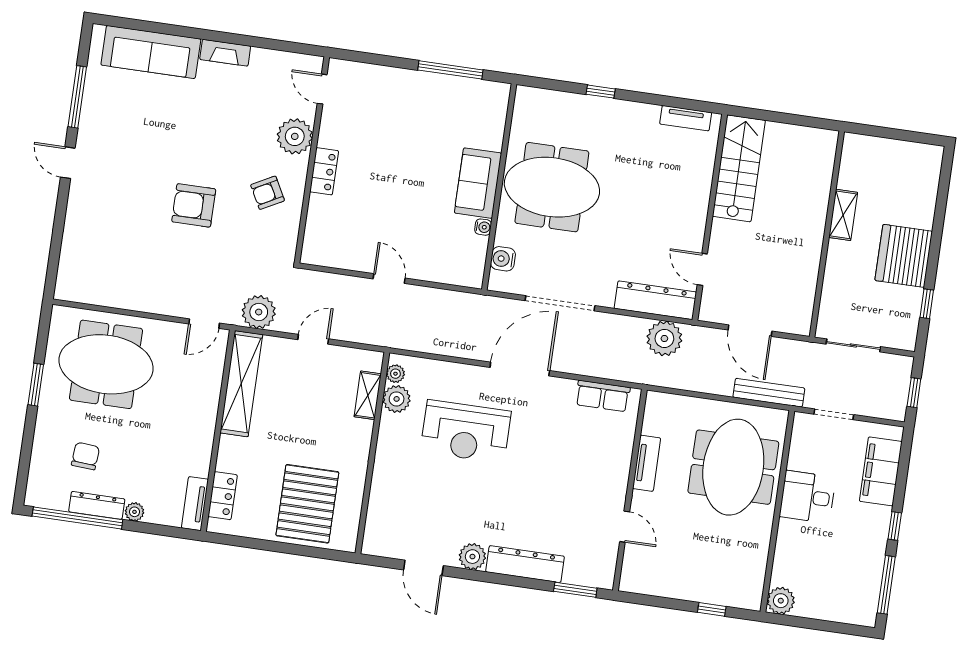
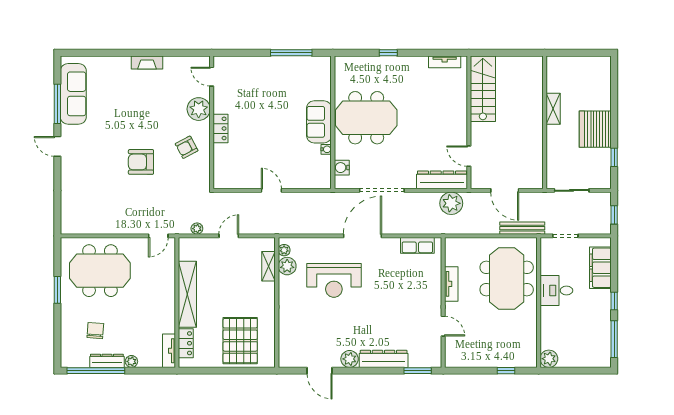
sofa: (151, 52) -> (73, 94), moved, turned -90
plant: (259, 312) -> (197, 229), width x0.53, depth x0.53
shelving: (241, 384) -> (187, 294), moved

